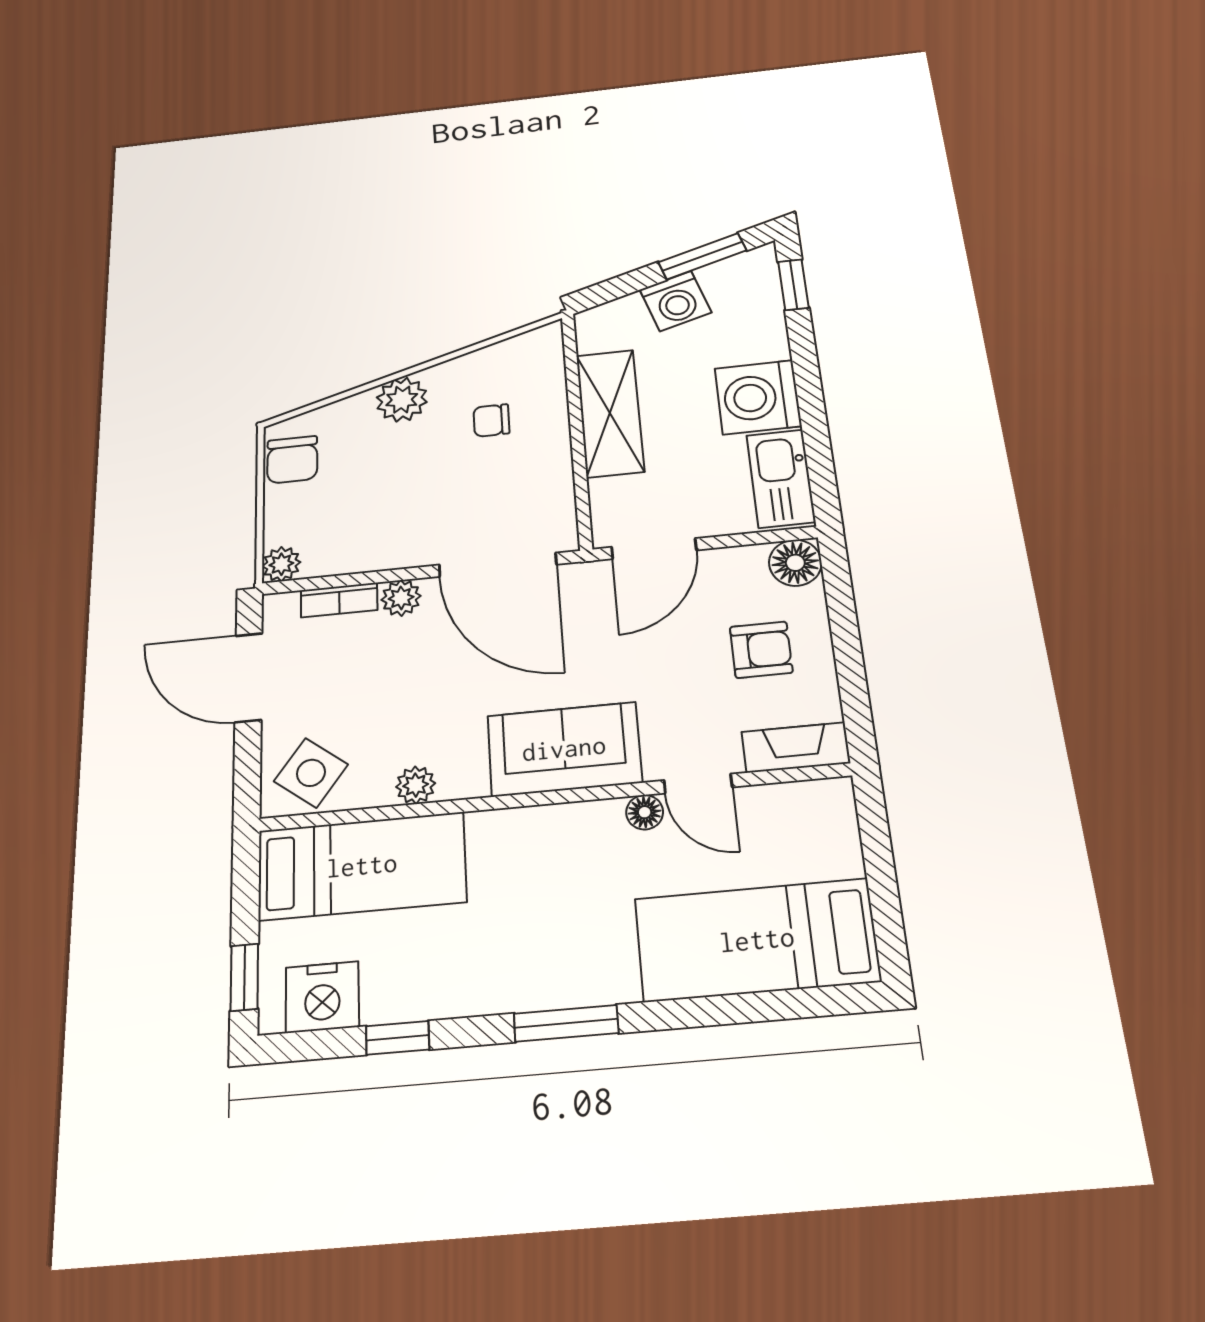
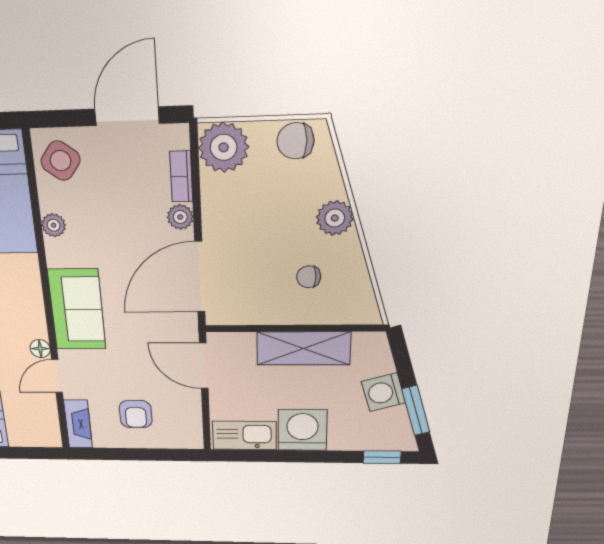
chair: (491, 420) -> (309, 277), turned -90
floor lamp: (795, 563) -> (189, 436), removed
plant: (281, 564) -> (224, 147), width x1.88, depth x1.88

